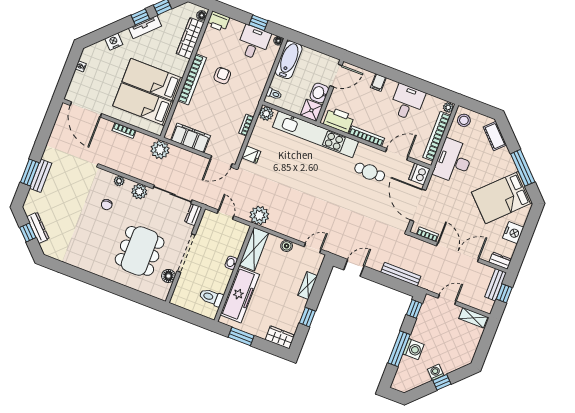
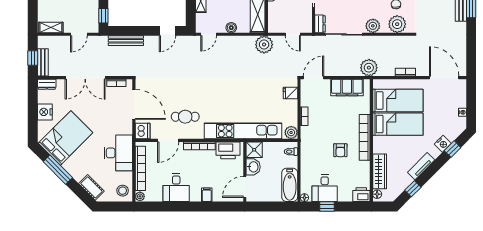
window: (140, 17) -> (453, 149), moved
plant: (119, 181) -> (397, 24), width x1.87, depth x1.87

